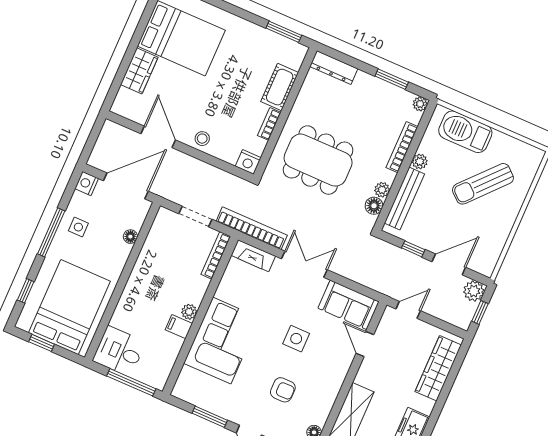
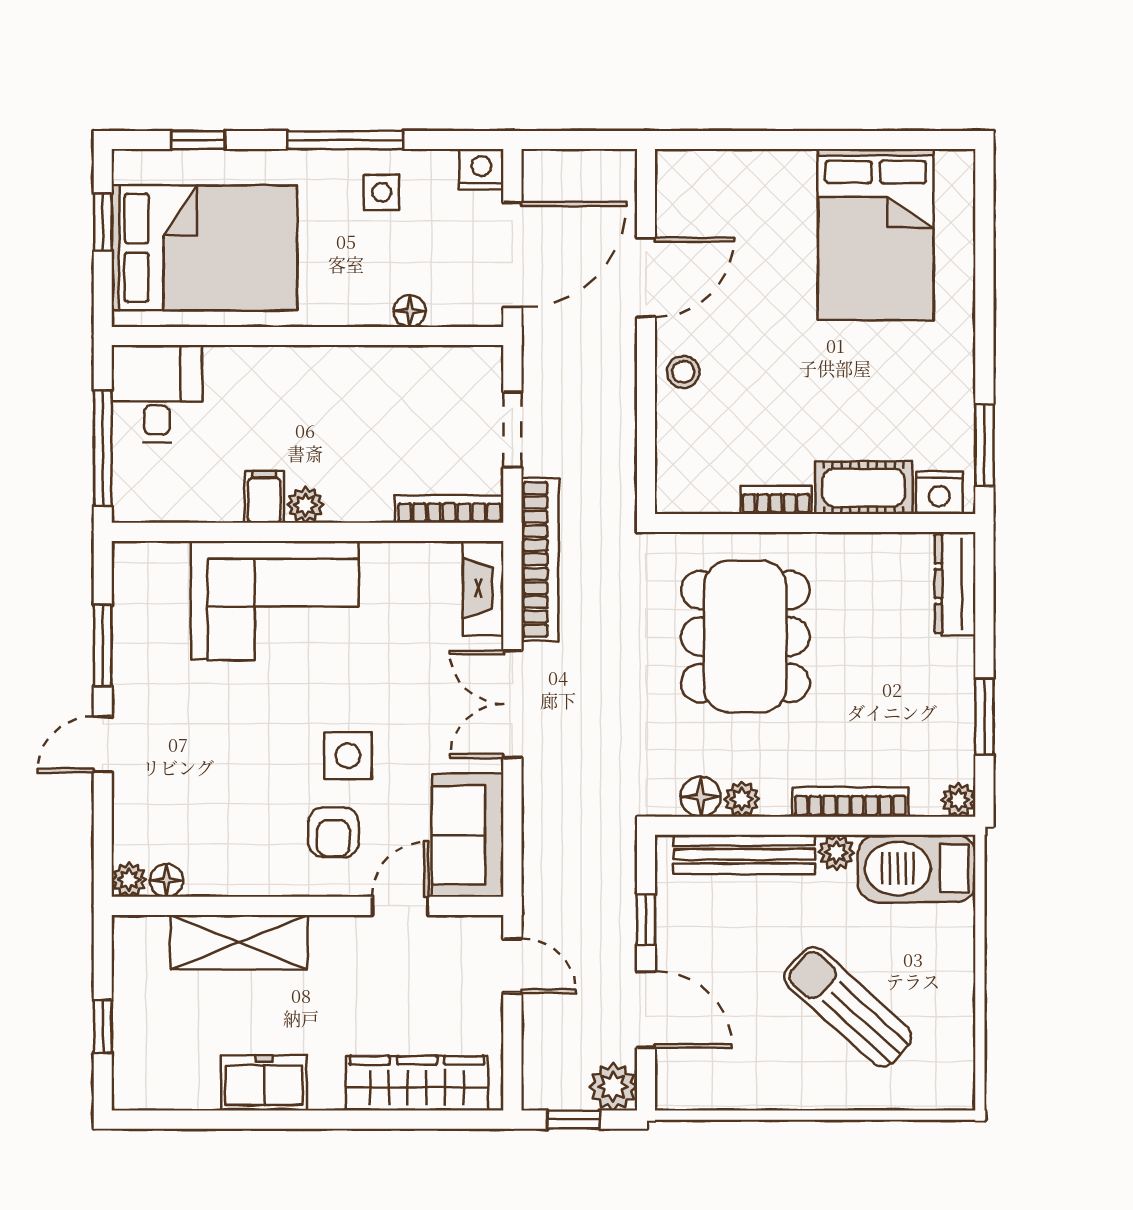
wardrobe: (139, 71) -> (768, 176), removed
barbecue: (465, 132) -> (917, 869), moved, turned -90
nightstand: (248, 162) -> (939, 493), moved, turned -90
door: (126, 186) -> (512, 255), hinge flipped
double door: (304, 264) -> (512, 704), swing flipped
armchair: (283, 390) -> (333, 832), moved

